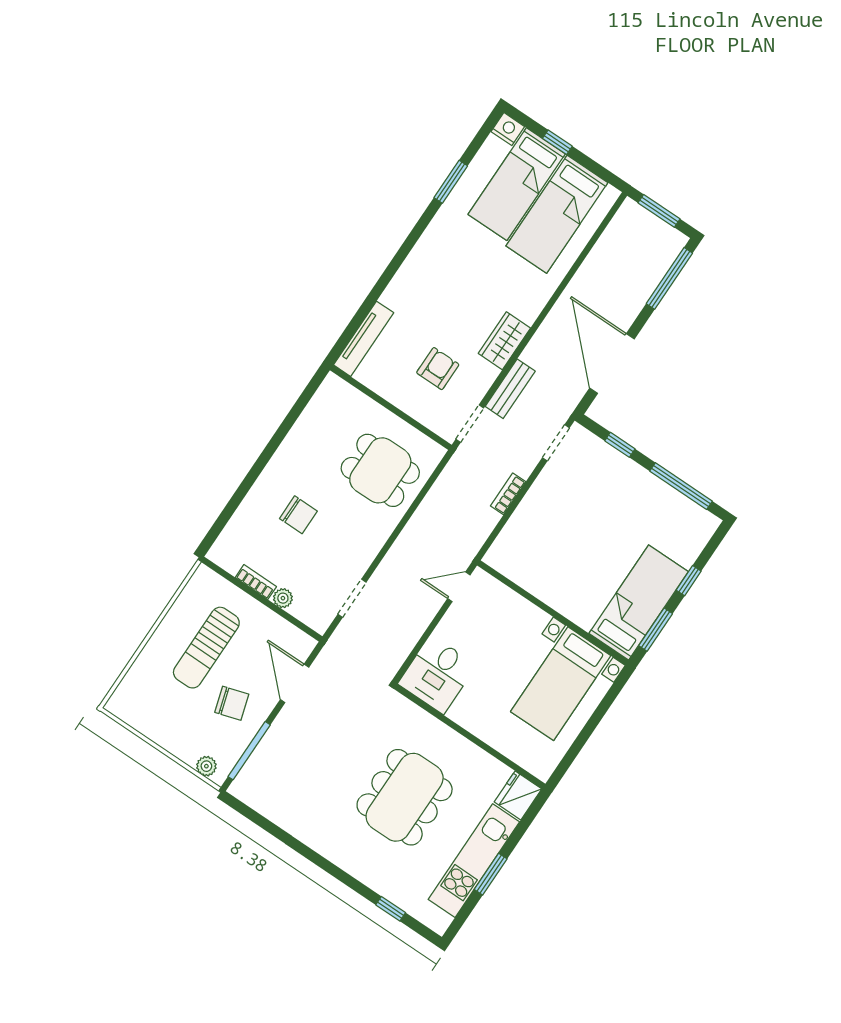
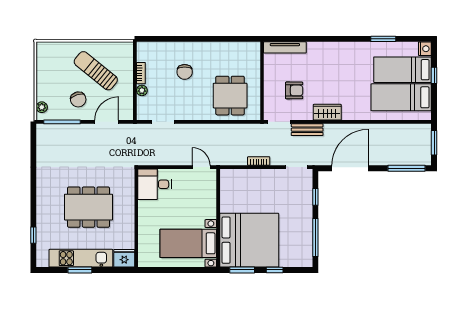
bed: (639, 603) -> (249, 240), width x2.04
sun lounger: (206, 648) -> (96, 71), turned 39

